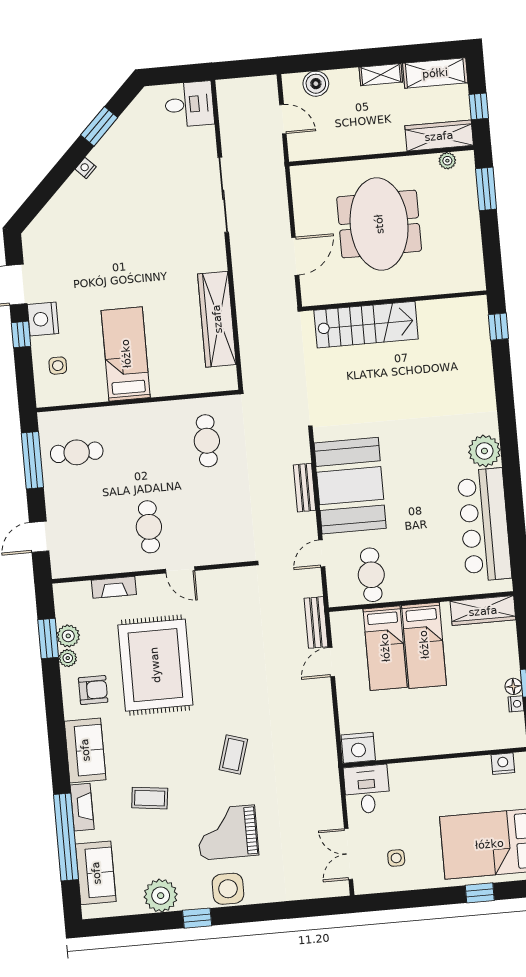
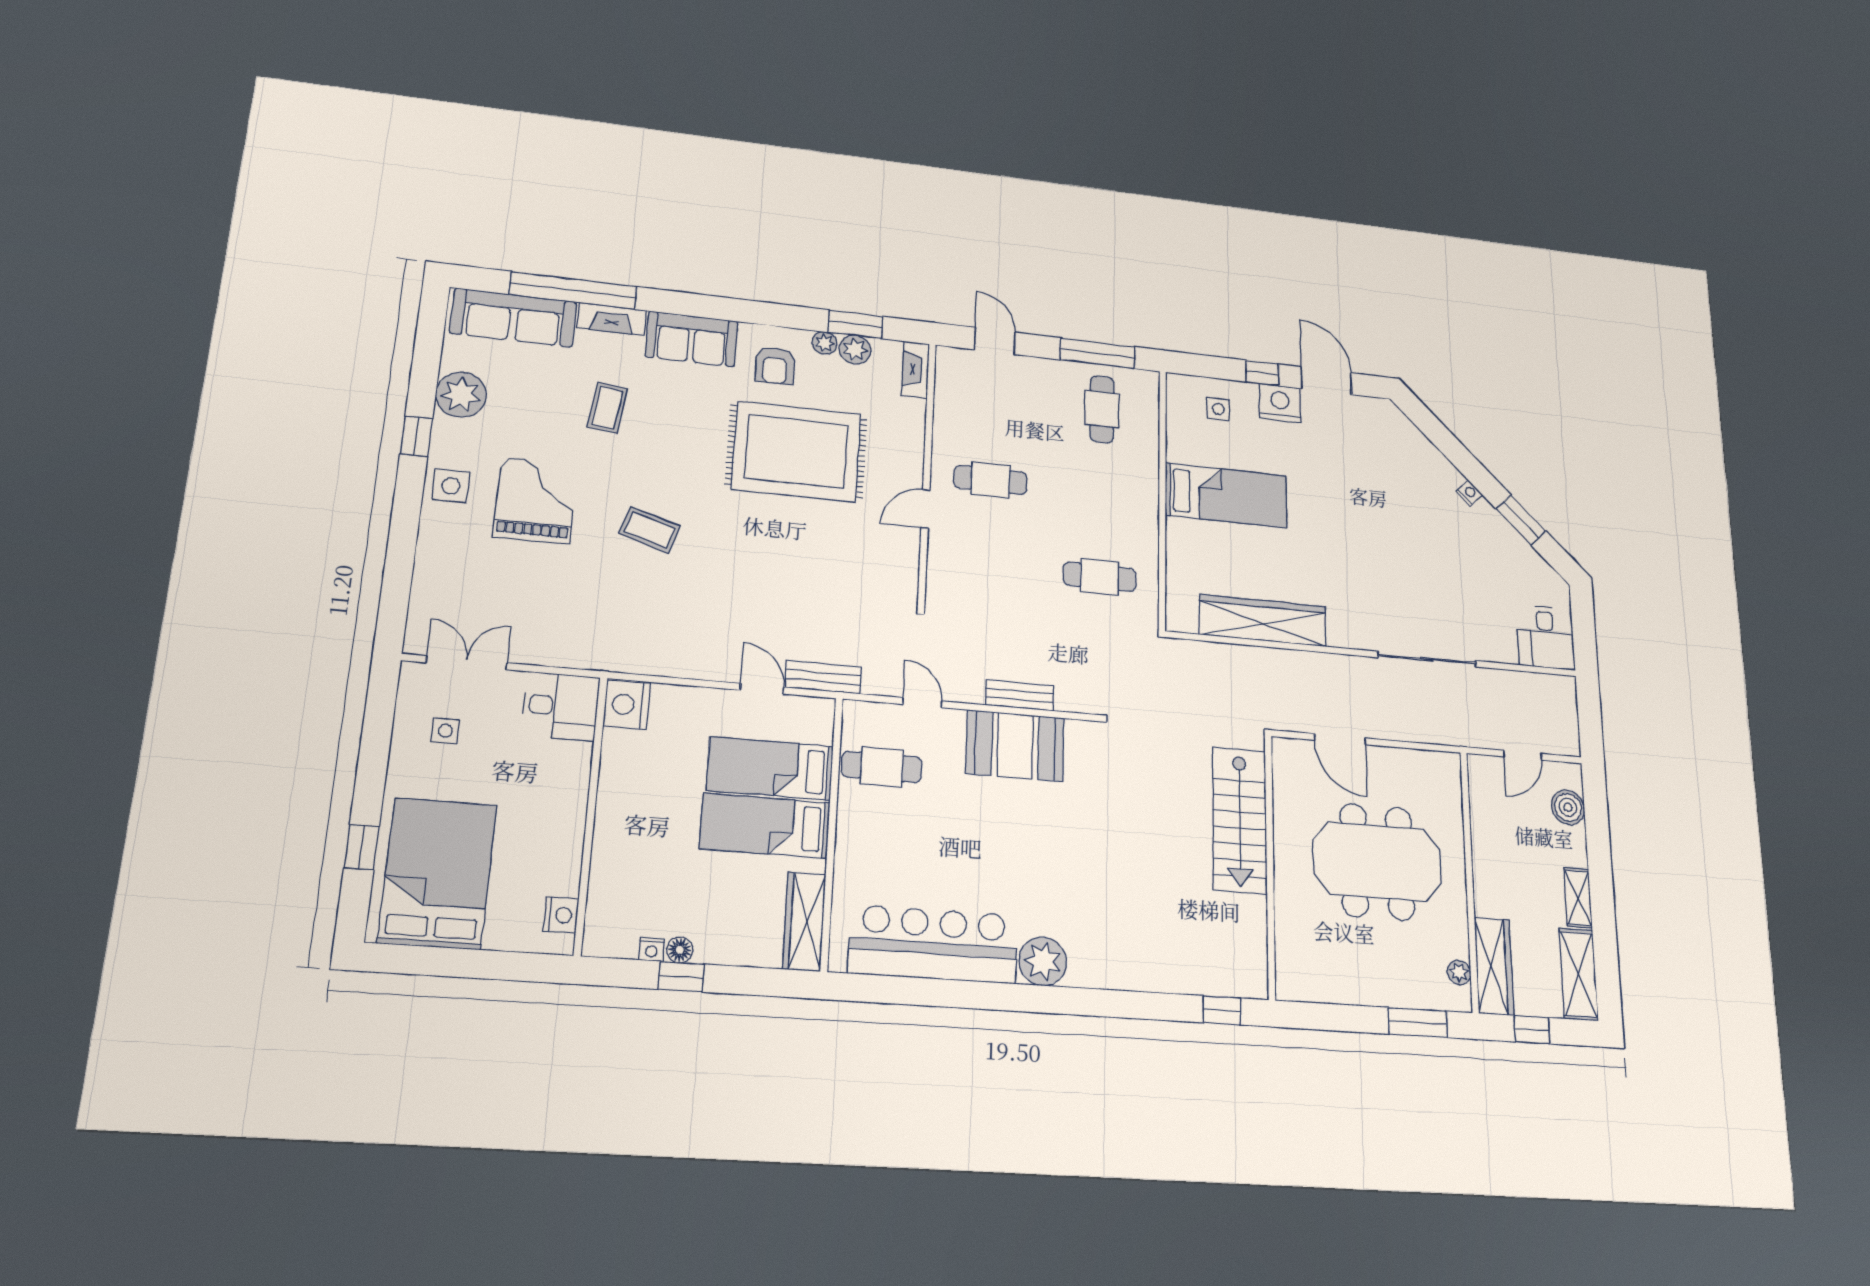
booth: (350, 486) -> (1015, 746), width x0.73, depth x0.70
fireplace: (114, 587) -> (916, 370), moved
sofa: (96, 873) -> (514, 318), width x1.36
side table: (228, 889) -> (451, 486), width x0.73, depth x0.73

